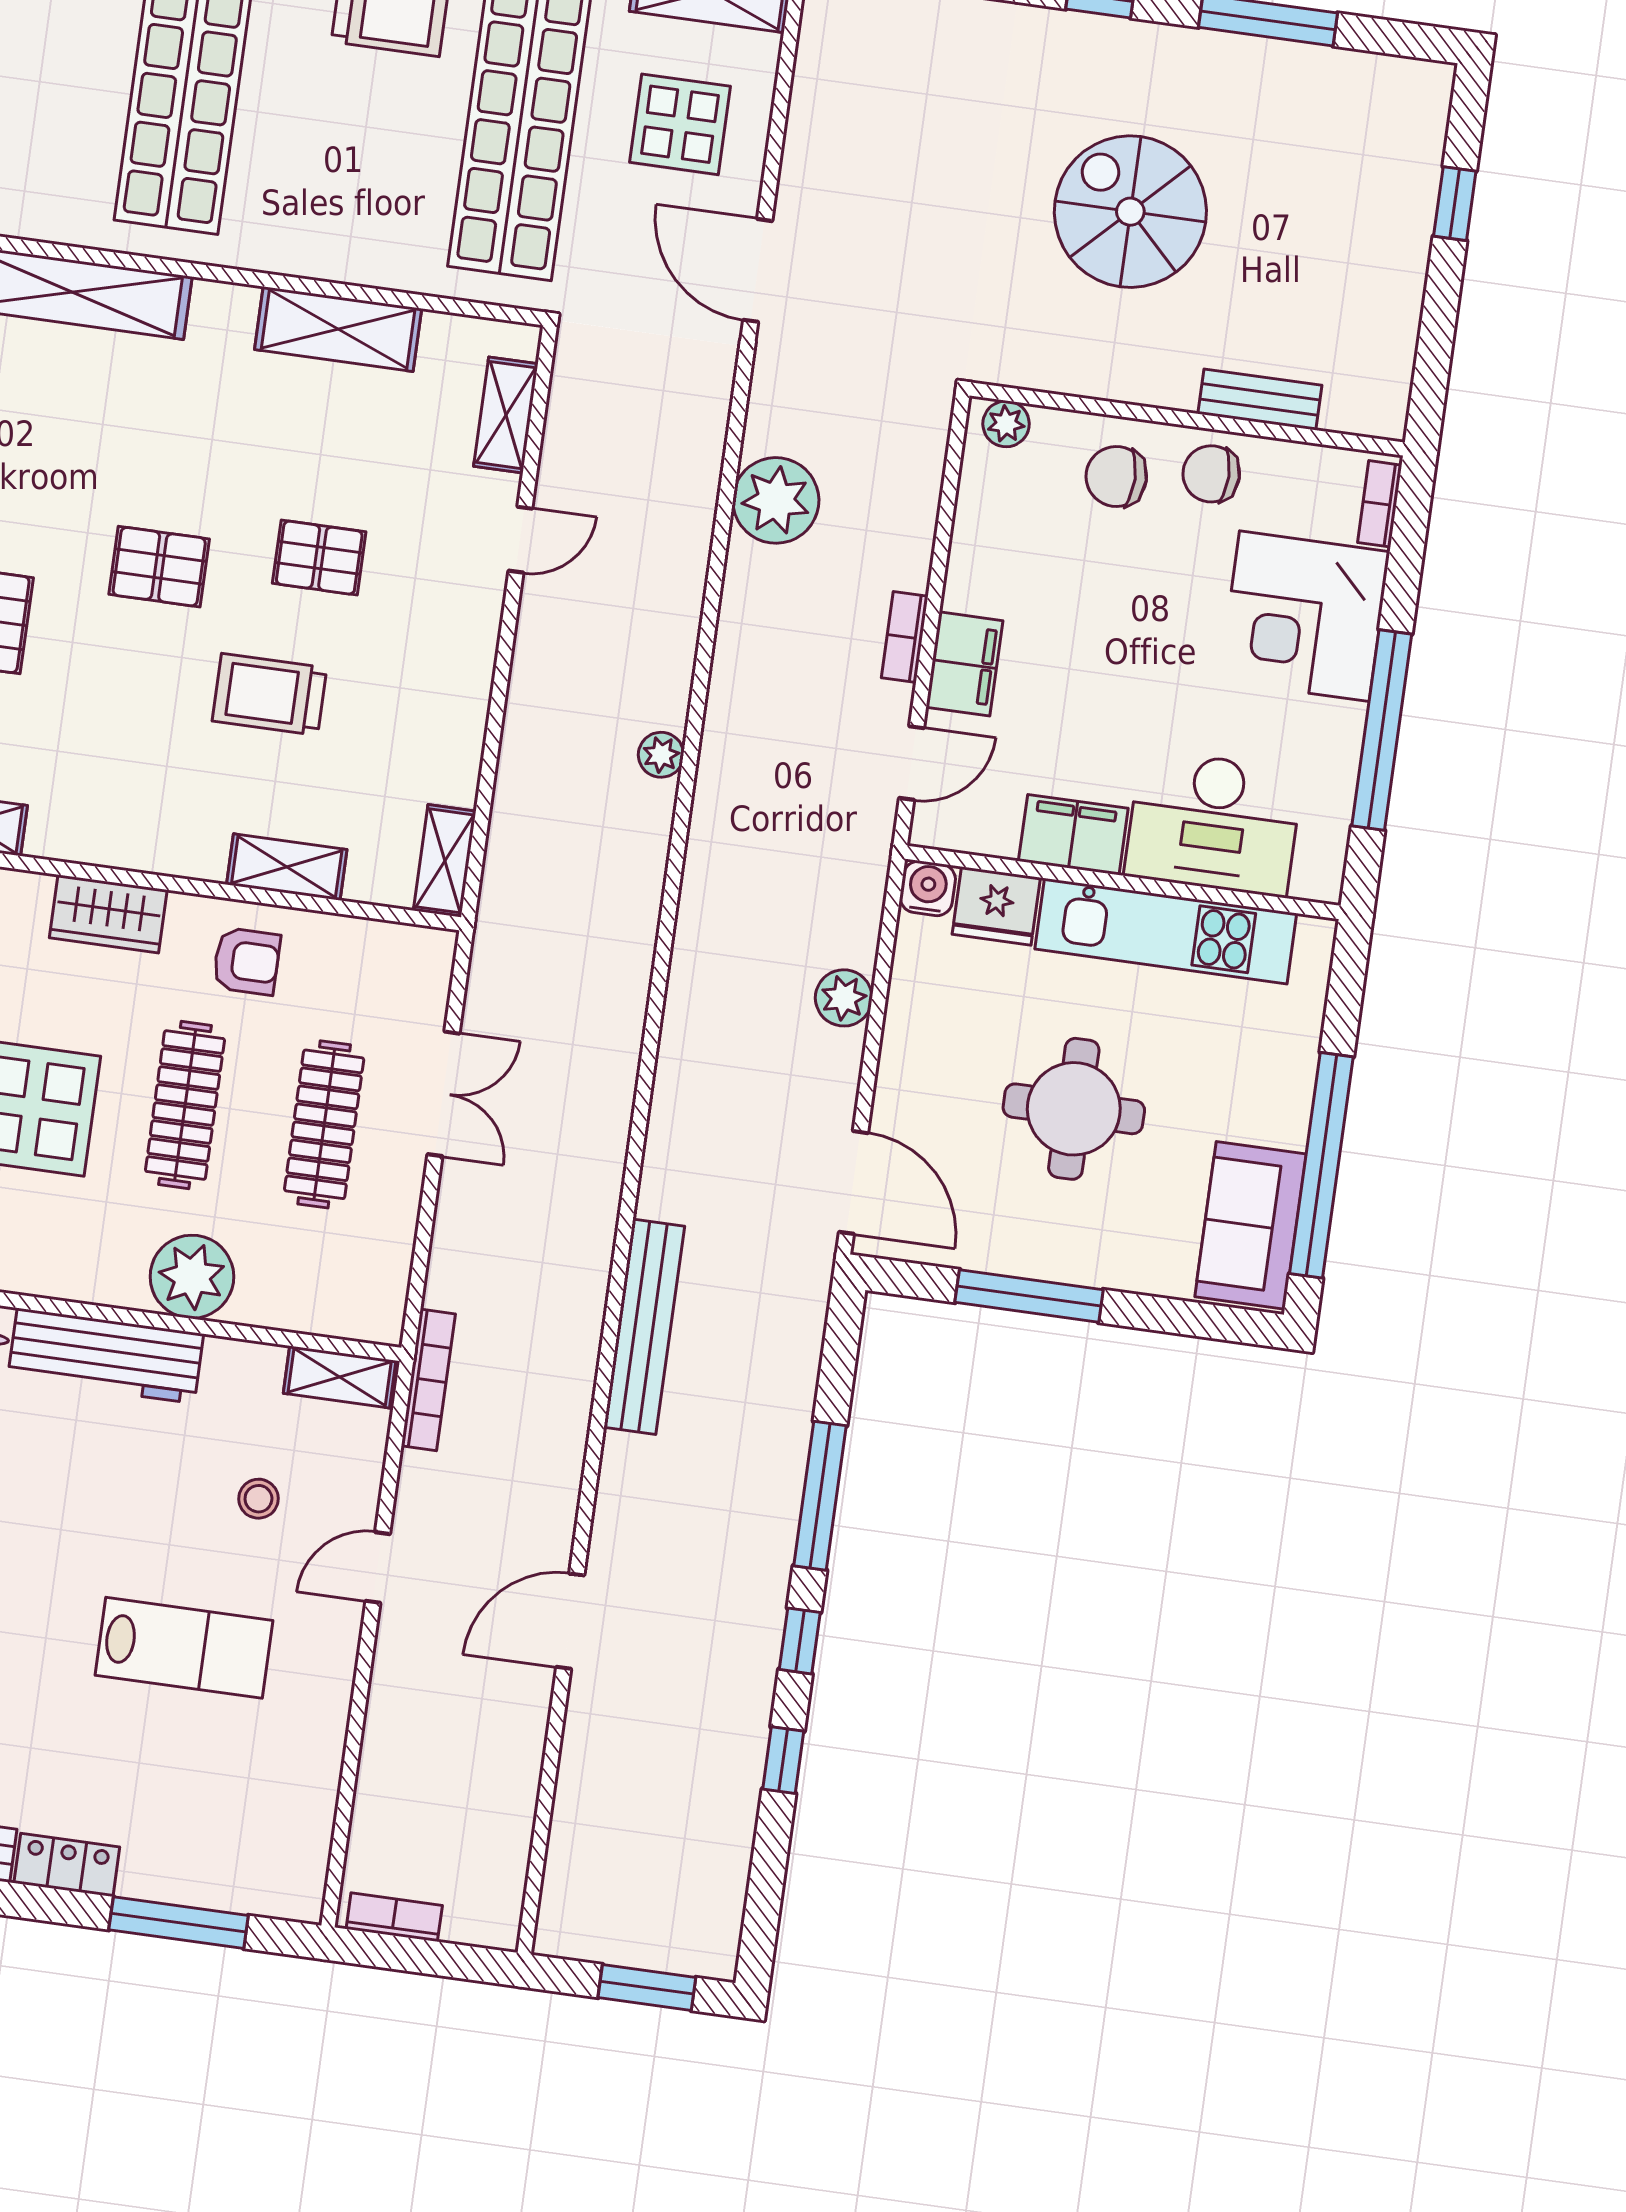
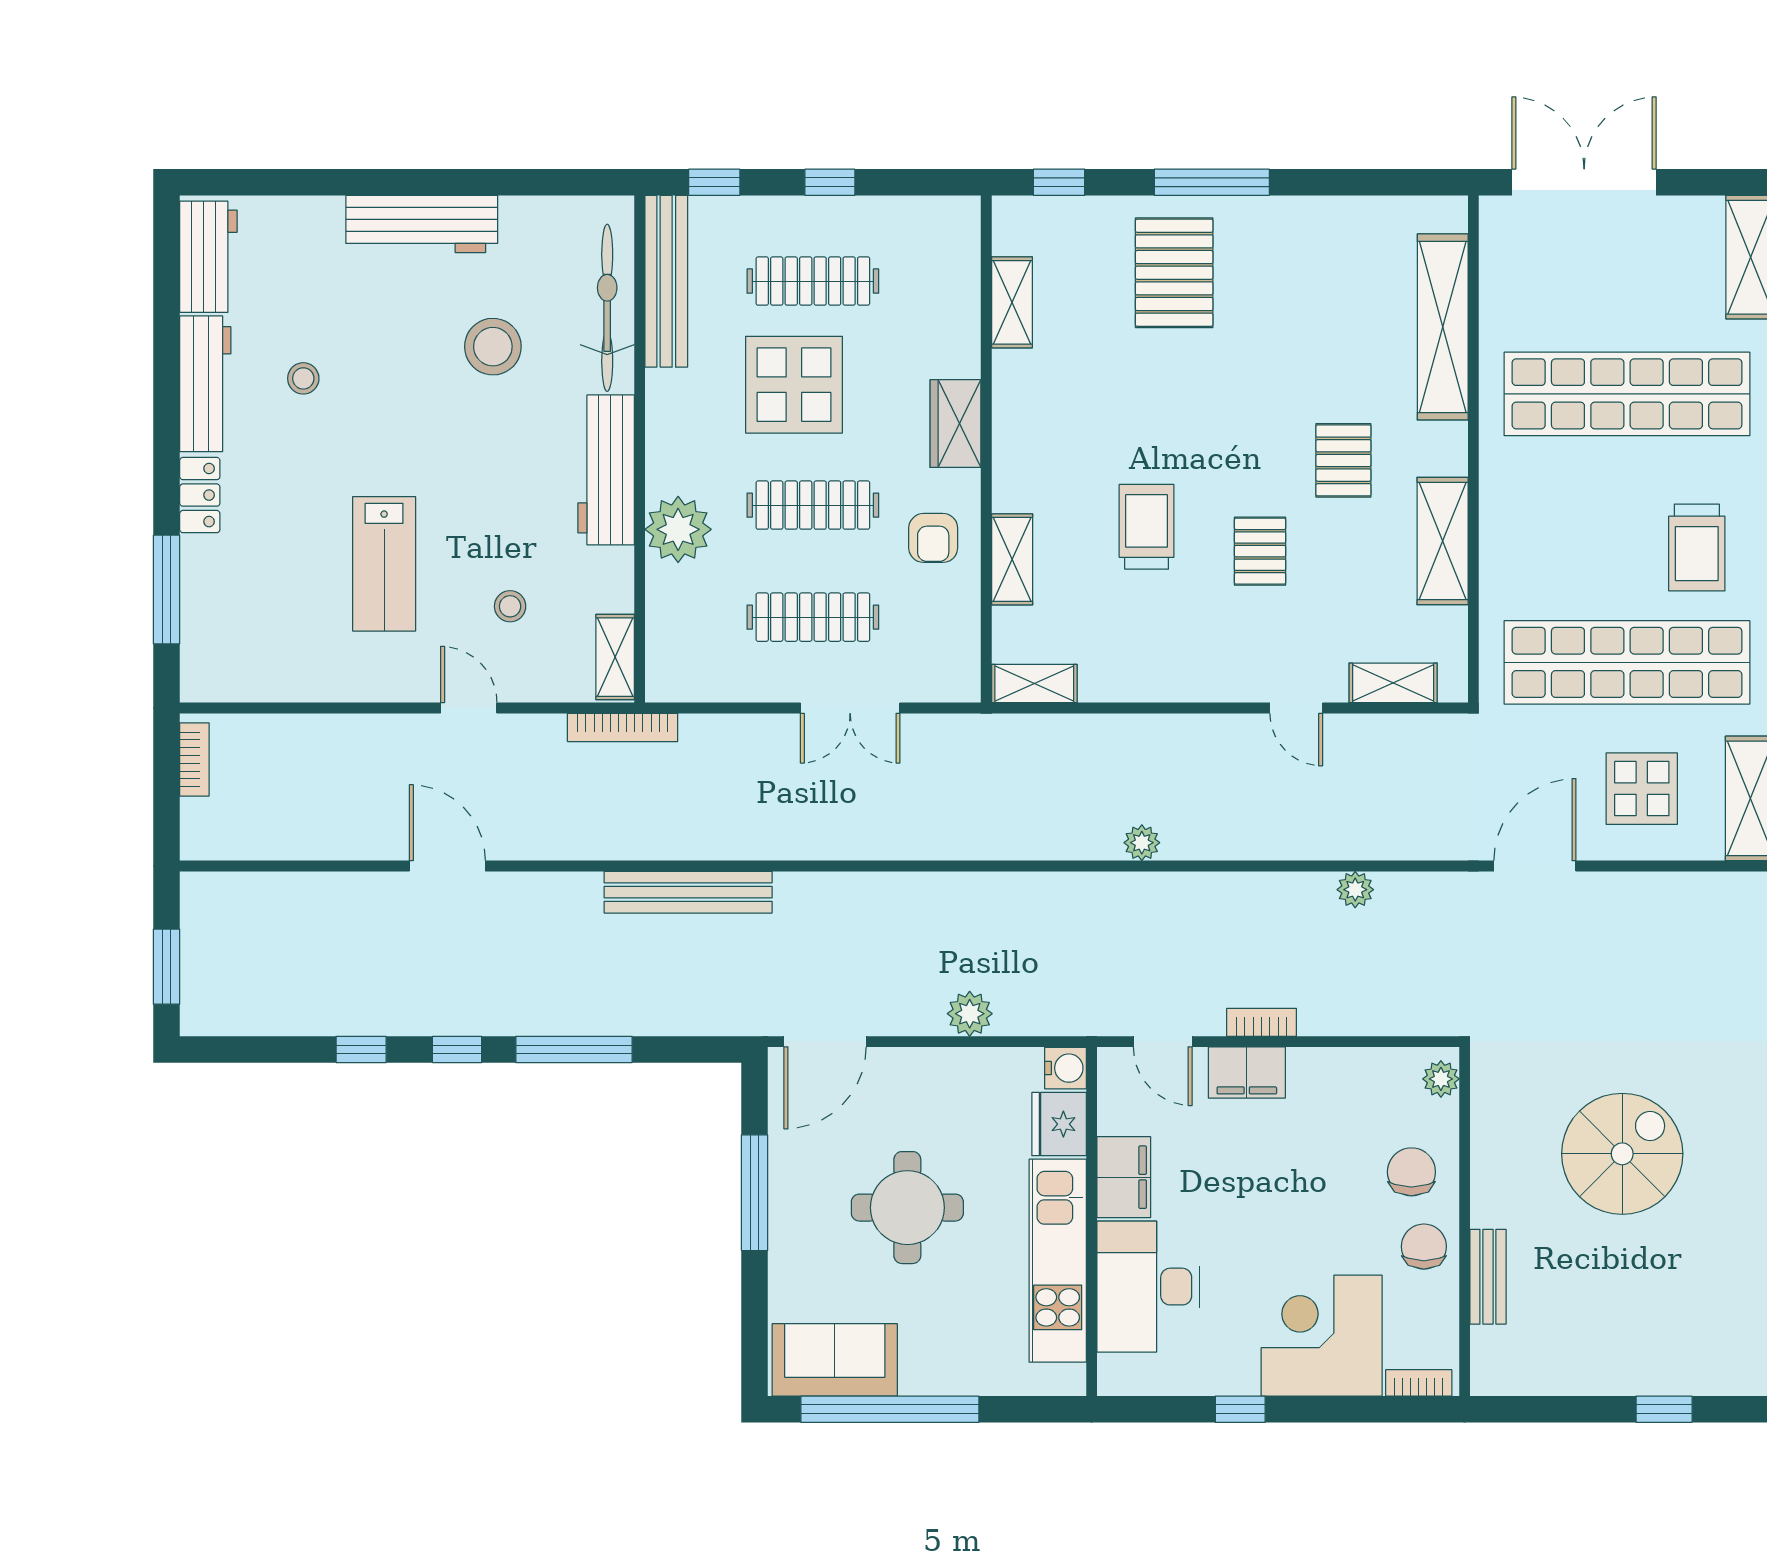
plant: (776, 500) -> (1355, 890), width x0.53, depth x0.53
pallet: (159, 567) -> (1343, 460), moved
window: (1382, 730) -> (1240, 1409), width x0.32

